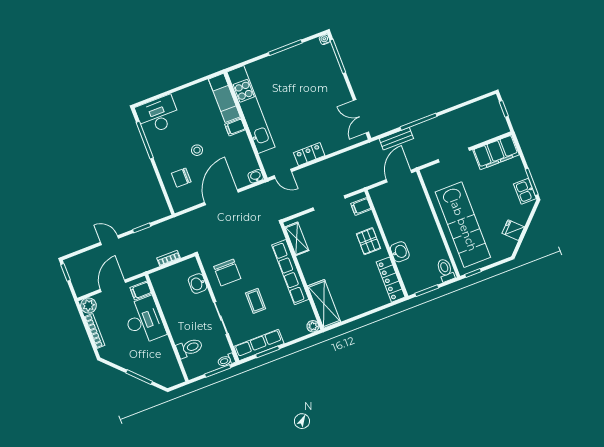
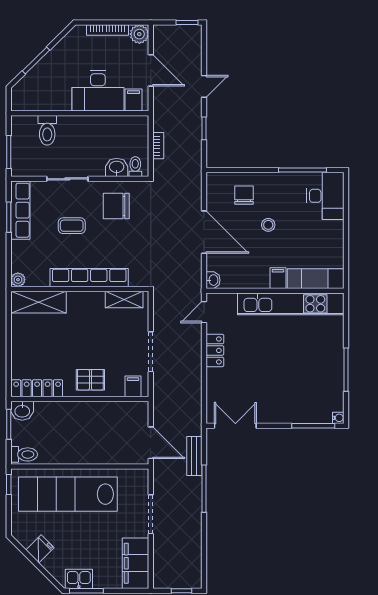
washbasin: (400, 252) -> (22, 411), moved
toilet: (226, 360) -> (135, 167), moved

